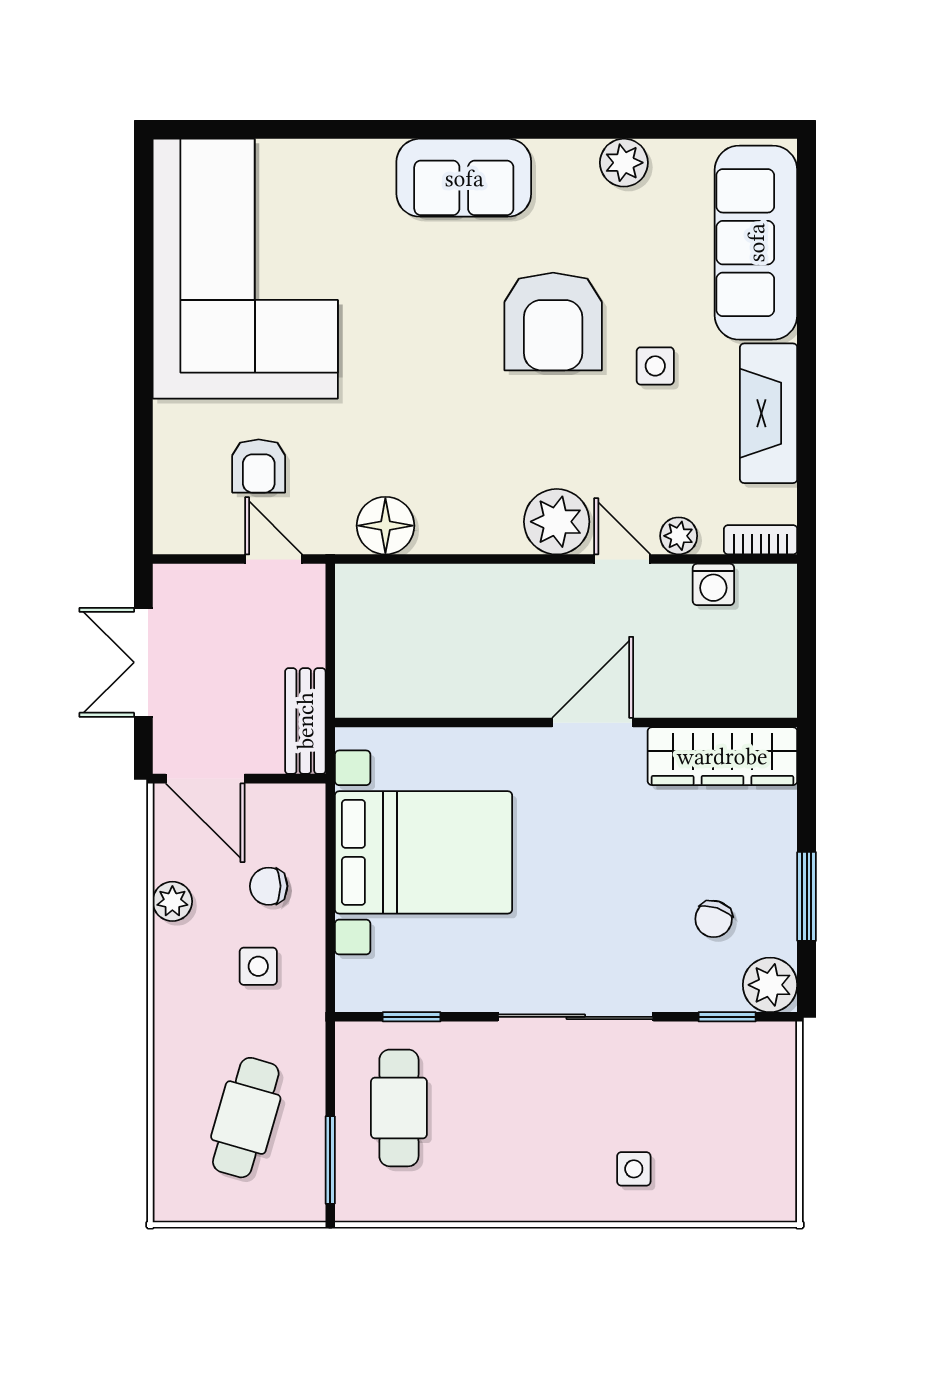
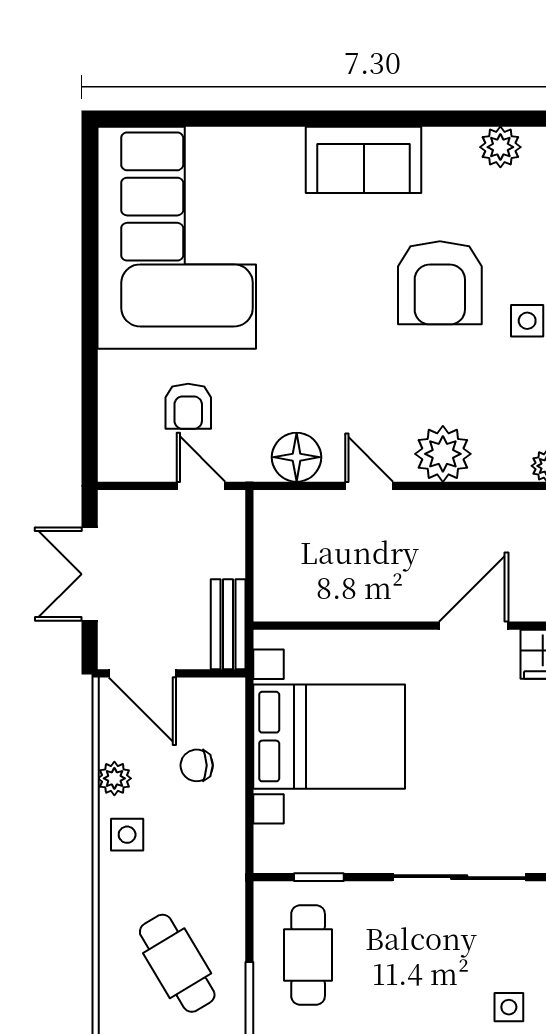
door: (622, 559) -> (369, 486), moved
side table: (258, 966) -> (127, 835), moved
cafe table: (246, 1118) -> (177, 963), turned -47

